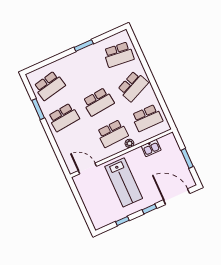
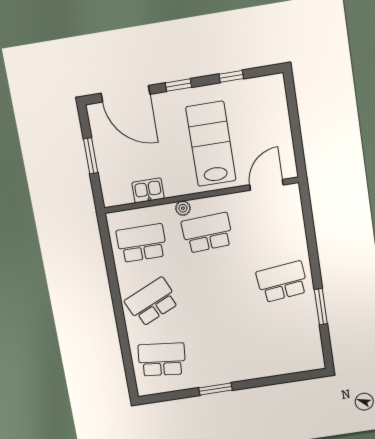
school desk: (49, 86) -> (291, 340), removed
school desk: (98, 102) -> (217, 292), removed
door: (87, 168) -> (266, 185), swing flipped

